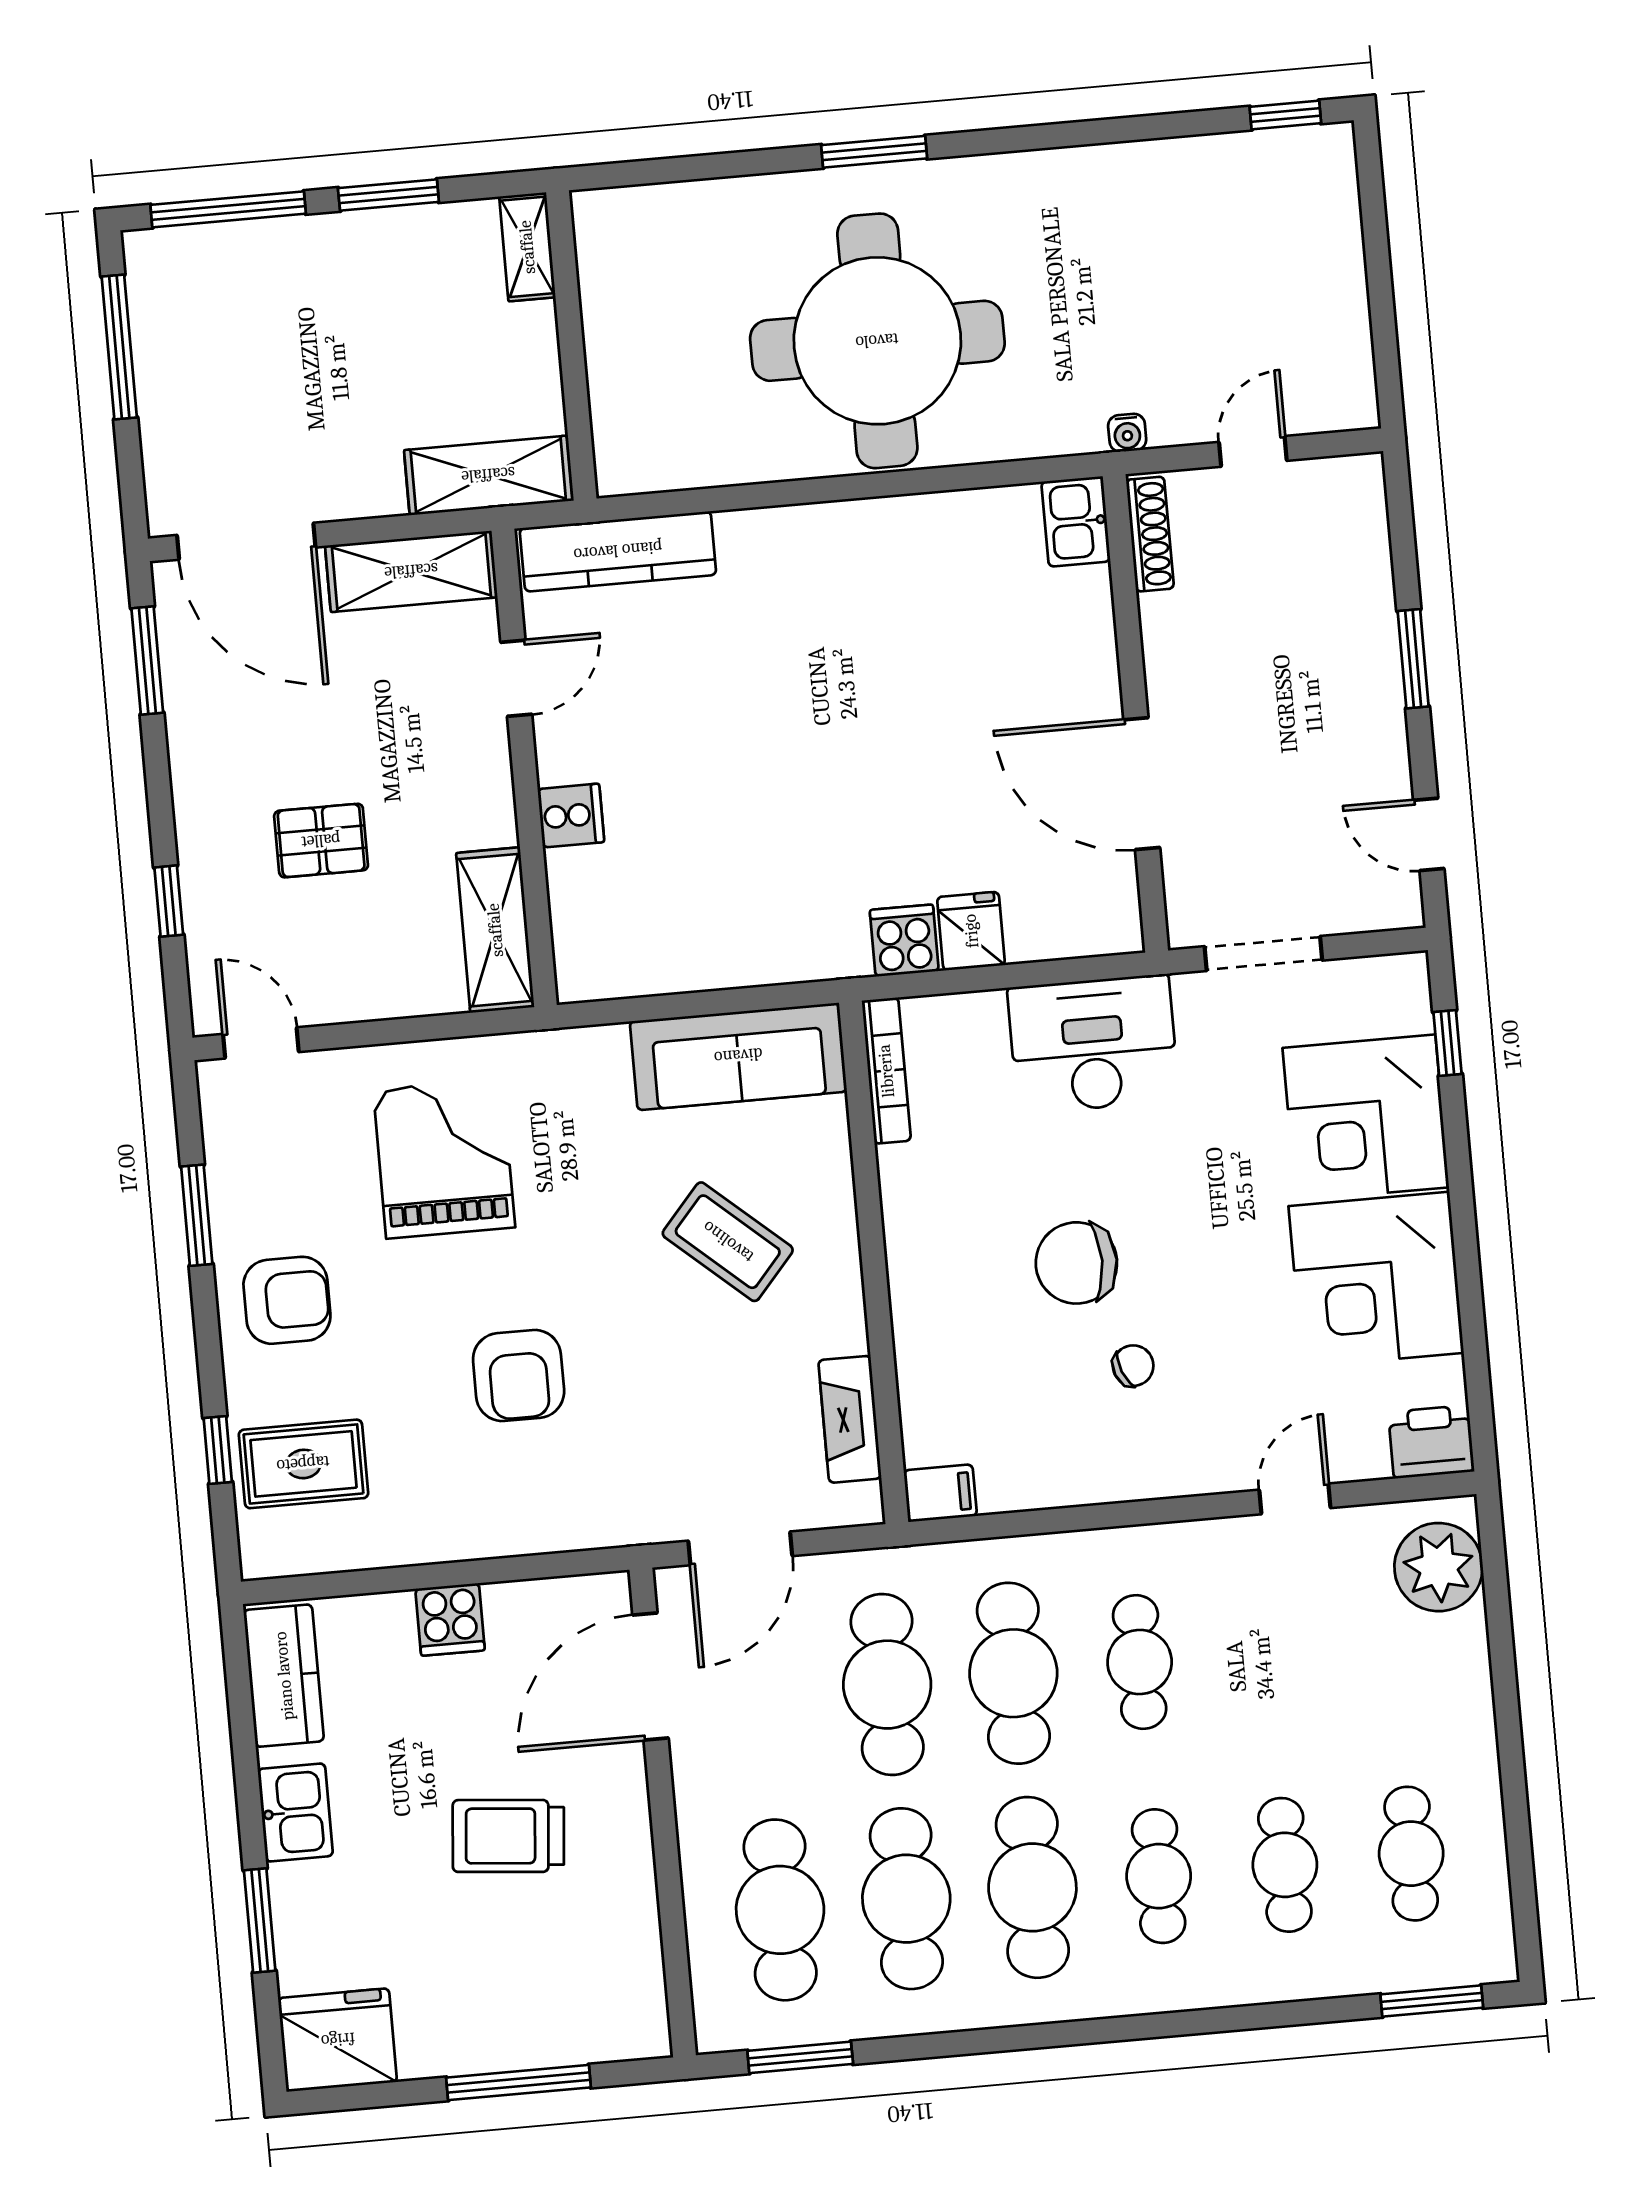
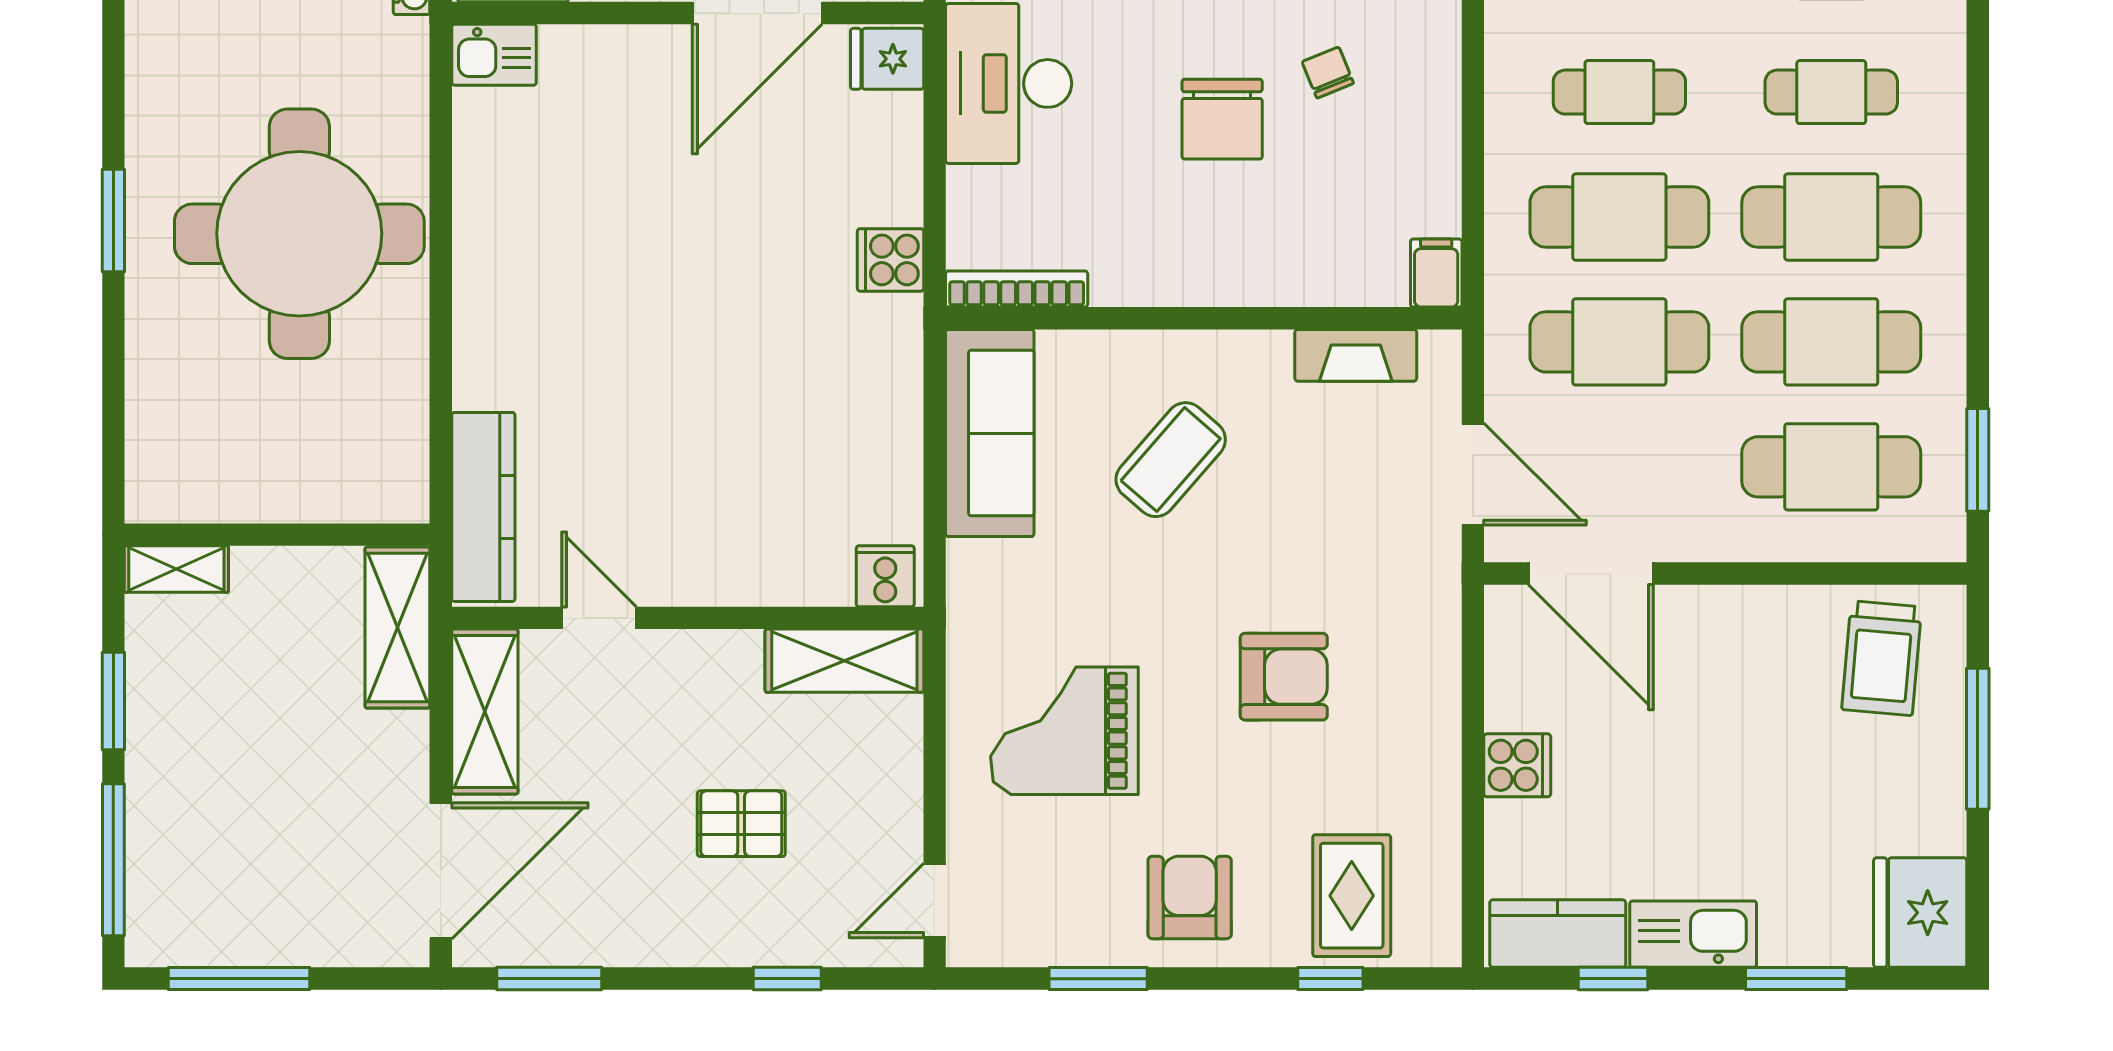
cooker: (571, 816) -> (885, 576), moved
pallet: (321, 841) -> (741, 824), turned 90
fridge: (971, 931) -> (887, 59), moved
window: (243, 1736) -> (1613, 979), added
kitchen sink: (295, 1812) -> (1693, 934), width x1.38
trolley: (508, 1836) -> (1882, 658), moved

